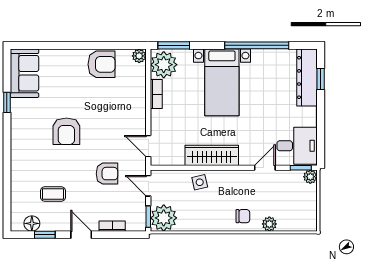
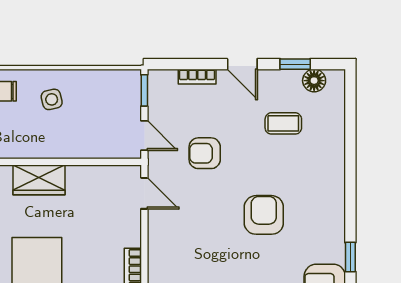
wardrobe: (212, 155) -> (39, 180), width x0.67
side table: (200, 182) -> (52, 99), moved
plant: (164, 218) -> (122, 89), removed

